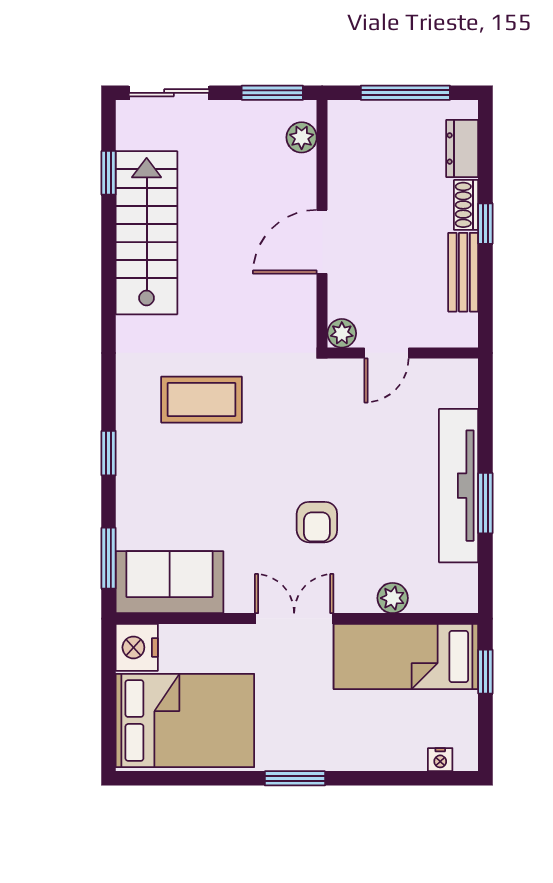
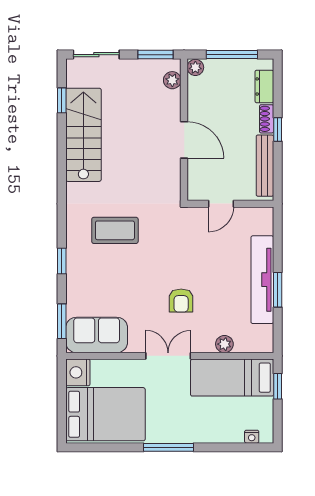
door: (322, 242) -> (184, 140), swing flipped
bench: (463, 272) -> (265, 166), width x1.36
plant: (342, 333) -> (195, 67), moved
window: (295, 778) -> (168, 447), width x1.44

